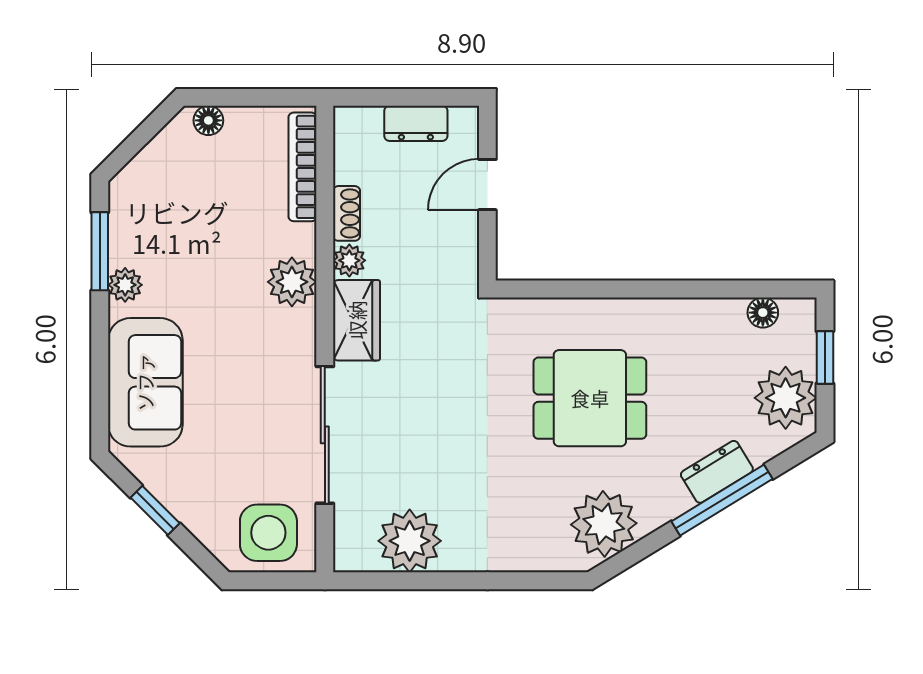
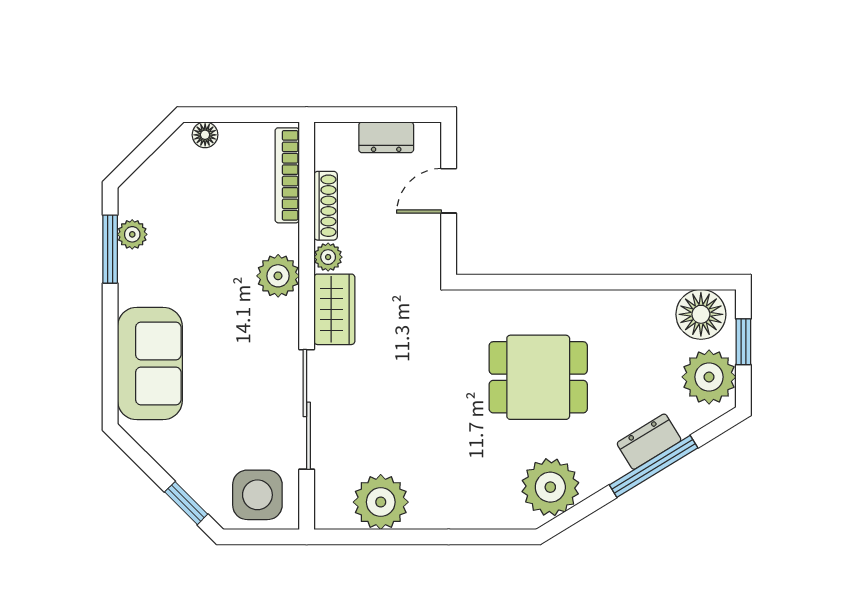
shoe rack: (346, 213) -> (326, 206), width x1.43
plant: (125, 285) -> (132, 234), moved
floor lamp: (763, 313) -> (701, 314), width x1.89, depth x1.89
window: (155, 510) -> (186, 503), moved

